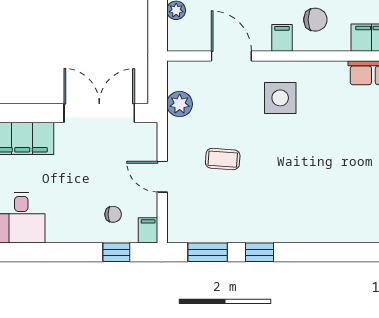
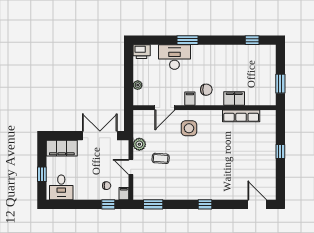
door: (231, 56) -> (165, 108), swing flipped
plant: (180, 104) -> (139, 144), moved
window: (259, 252) -> (205, 204), moved

